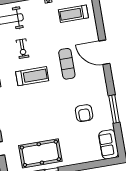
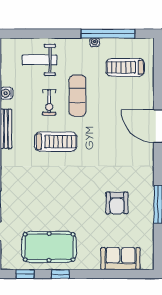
exercise mat: (67, 64) -> (77, 96), moved
sofa: (109, 144) -> (121, 259), moved, turned 90

